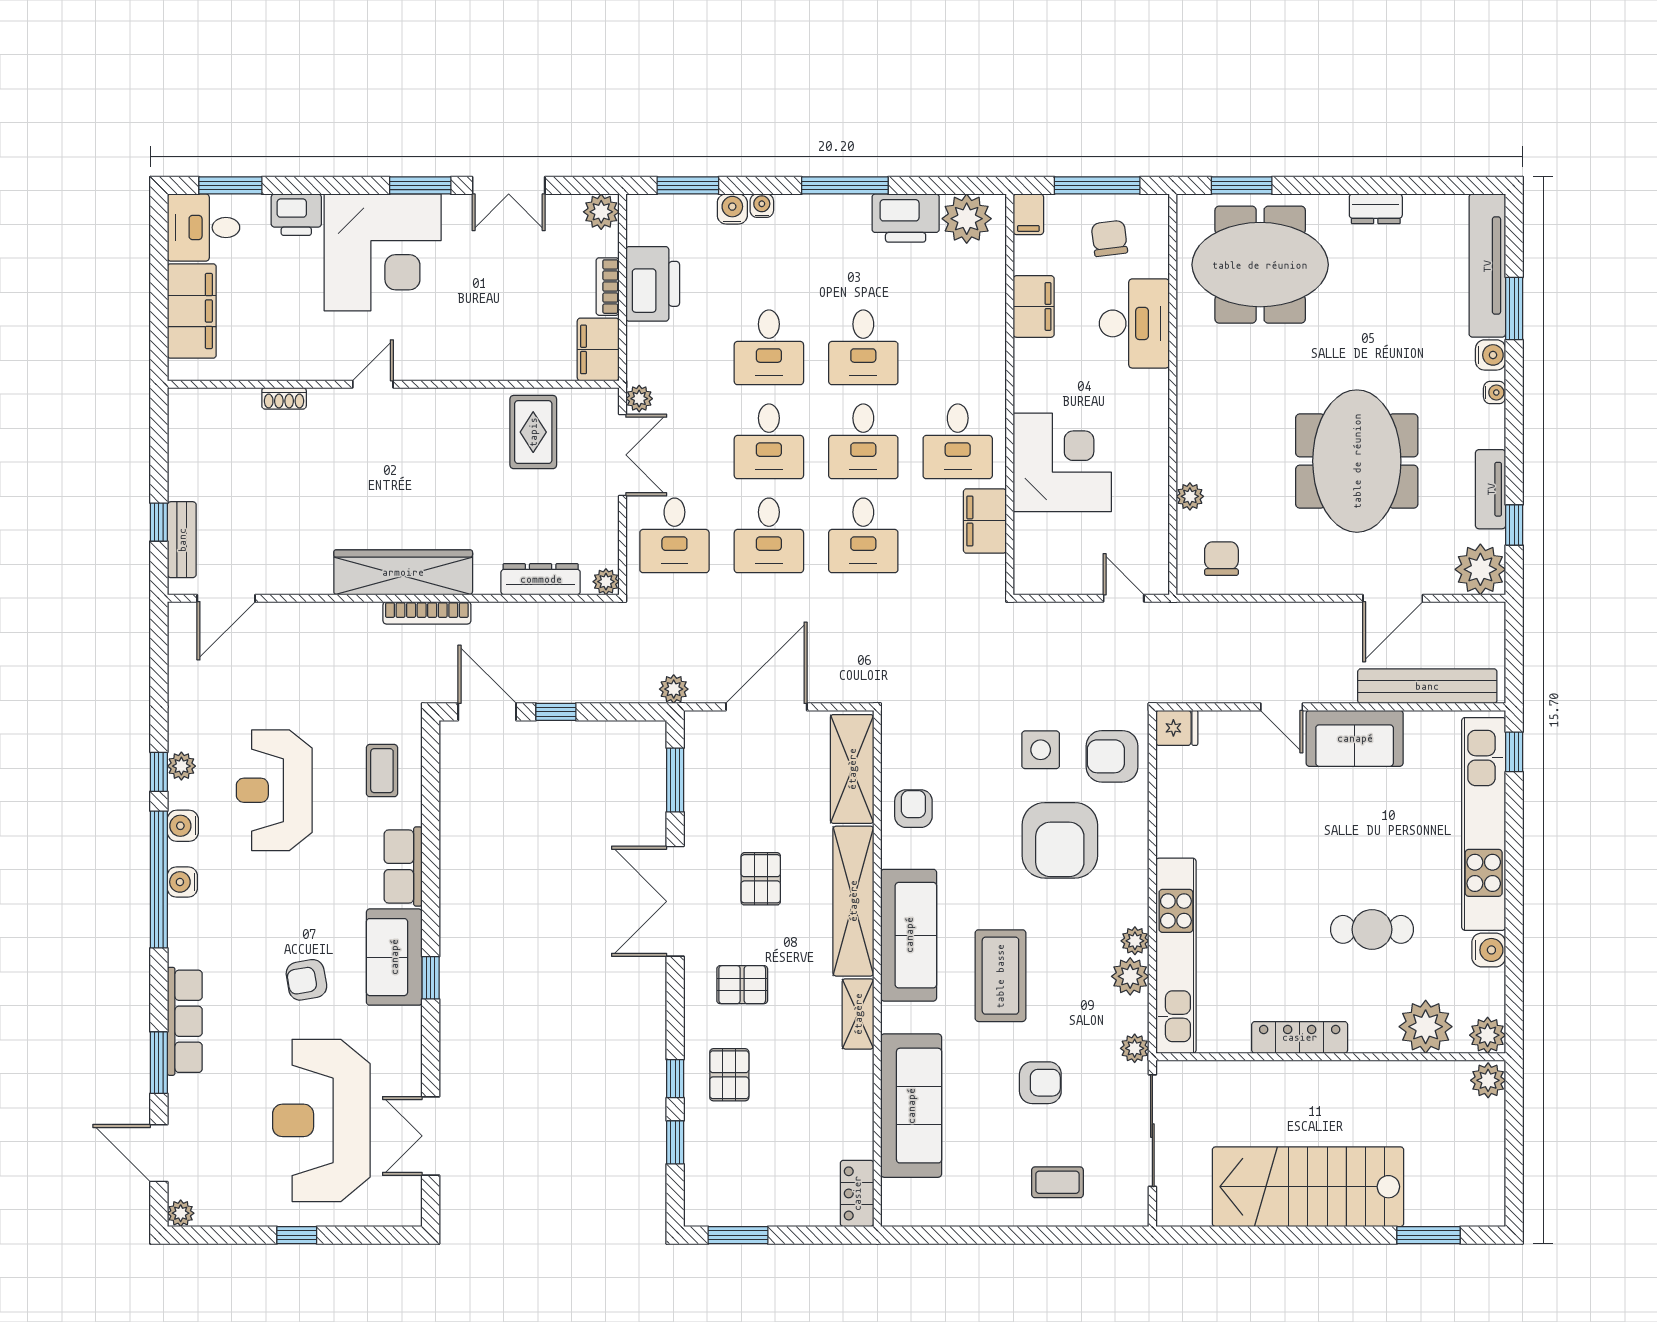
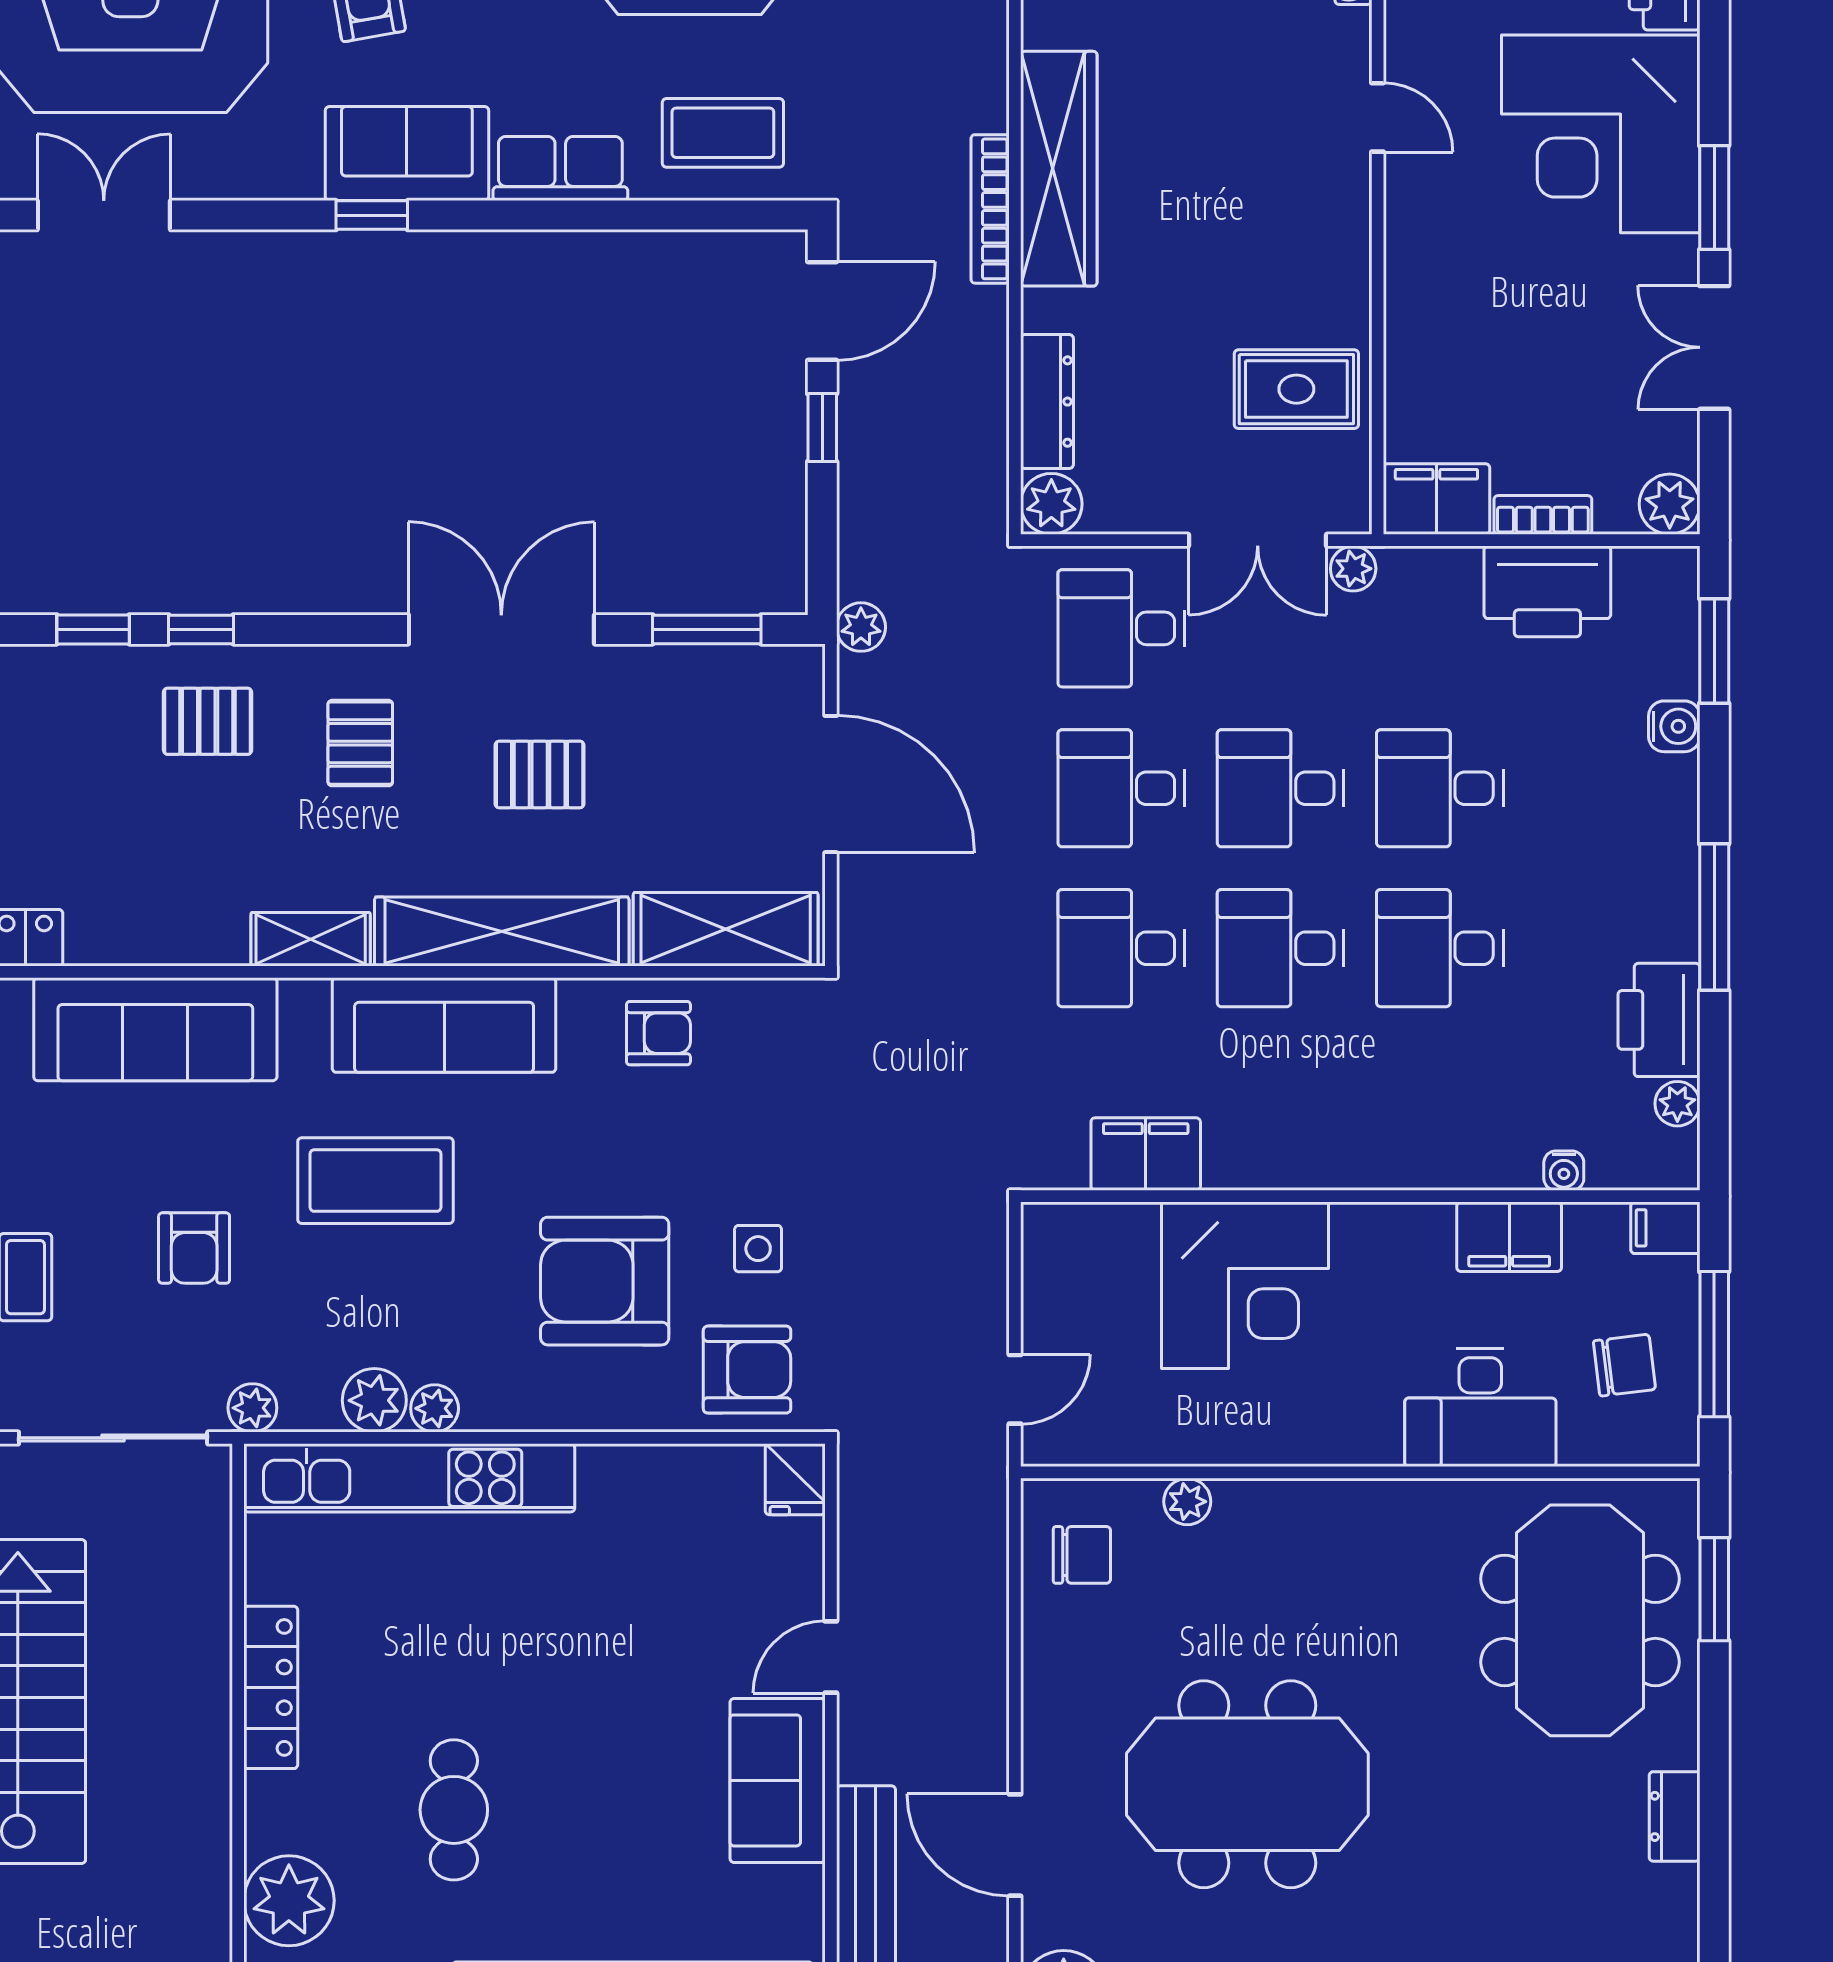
water cooler: (762, 206) -> (1564, 1171), moved, turned 90
plant: (967, 219) -> (1677, 1104), width x0.53, depth x0.53
desk: (958, 441) -> (1281, 1108), removed
plant: (606, 582) -> (1051, 504), width x1.38, depth x1.38
side table: (1041, 750) -> (758, 1249), width x0.73, depth x0.73
armchair: (1112, 756) -> (747, 1370), turned 90
coffee table: (382, 771) -> (723, 133), width x1.36, depth x1.30

